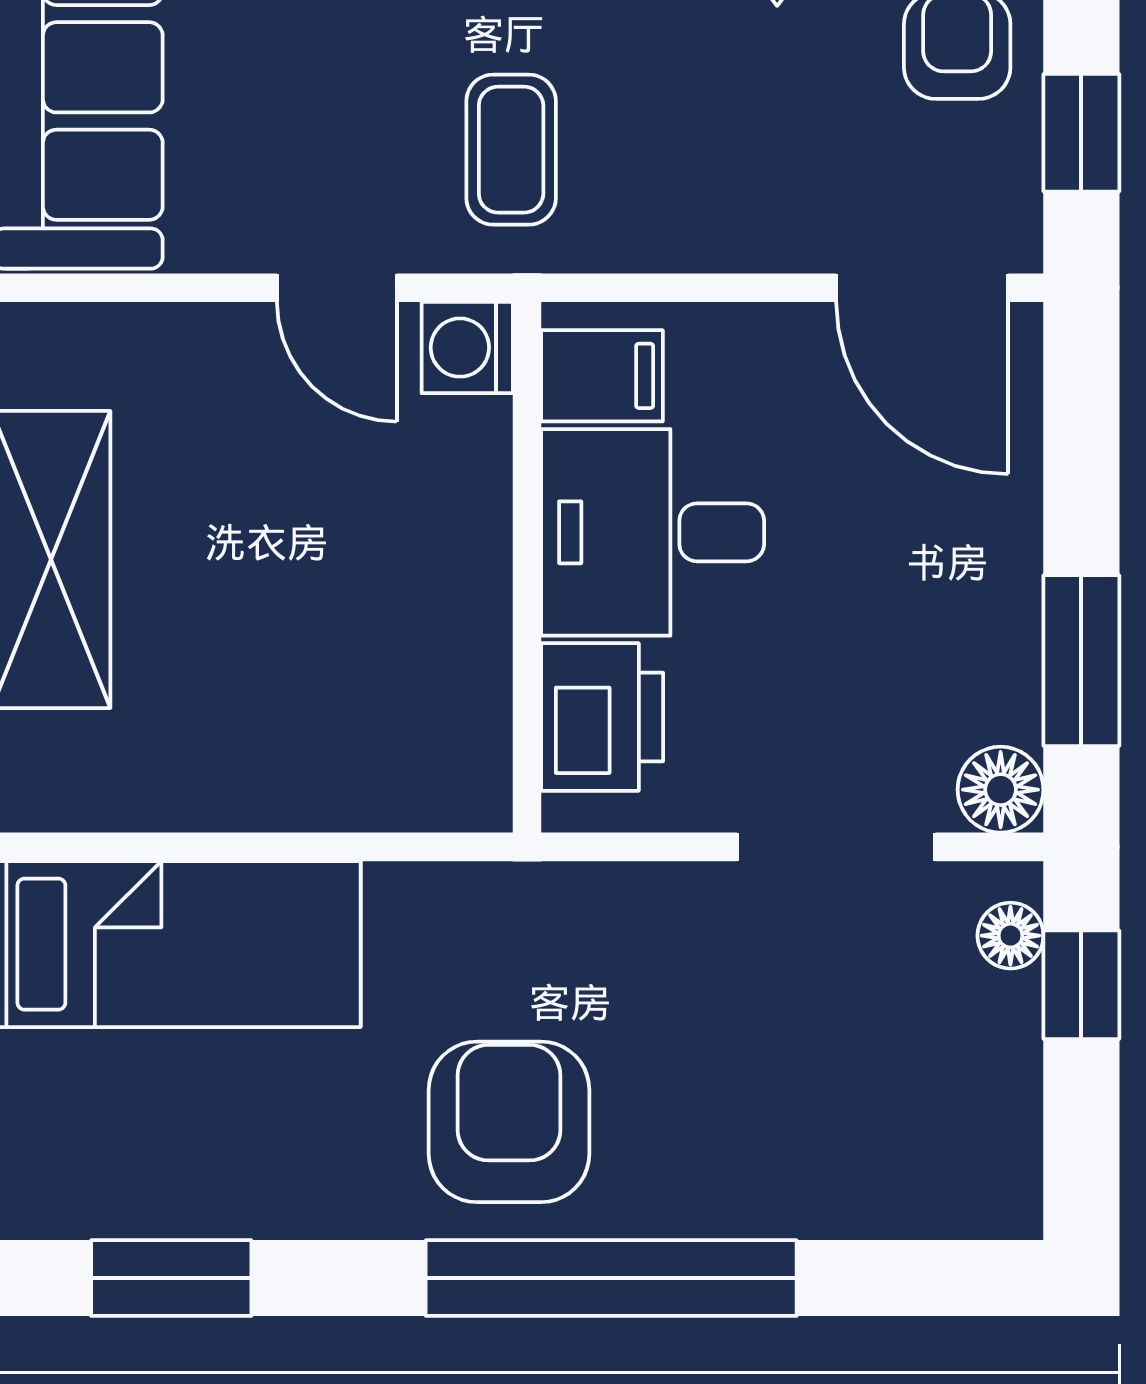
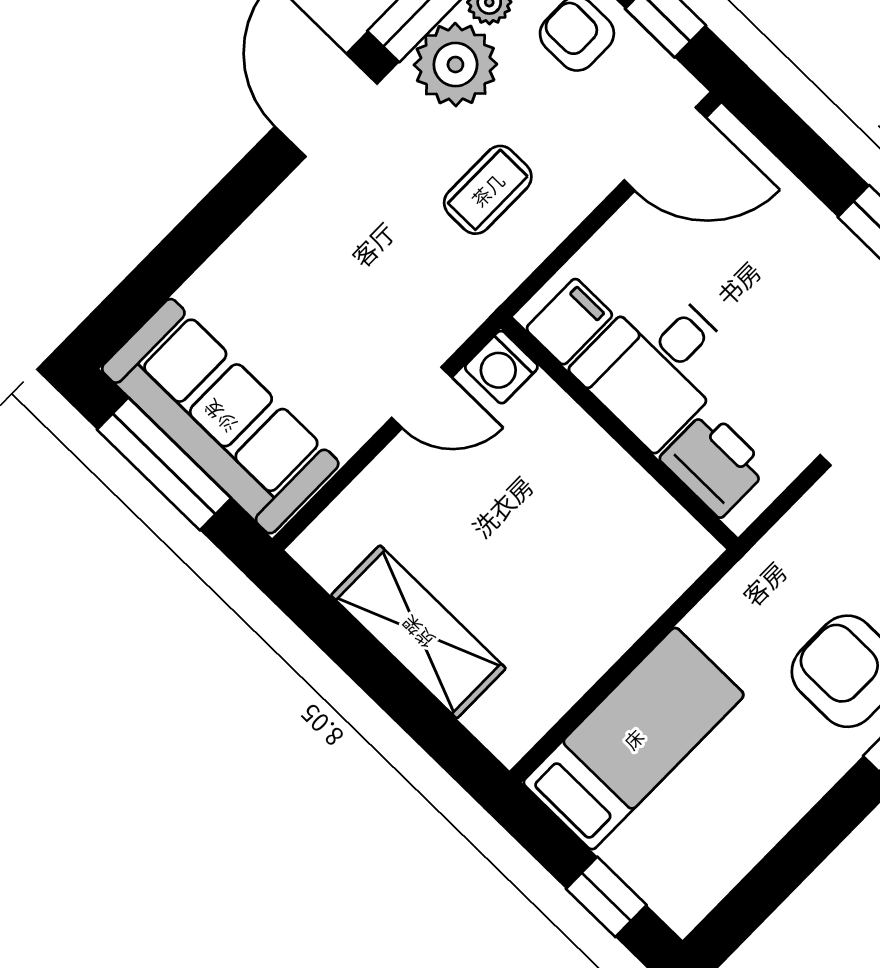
coffee table: (511, 150) -> (488, 190), moved, turned 90
window: (171, 1278) -> (773, 880), removed

